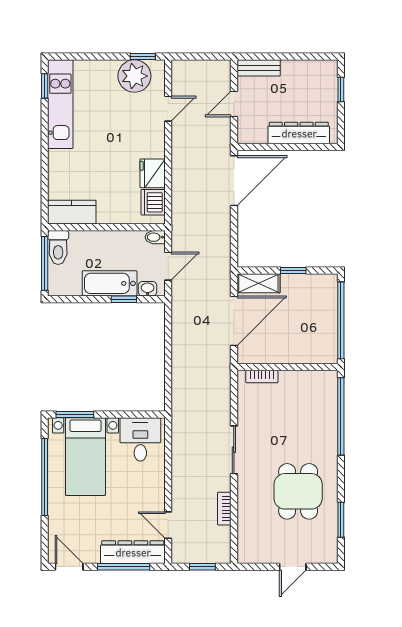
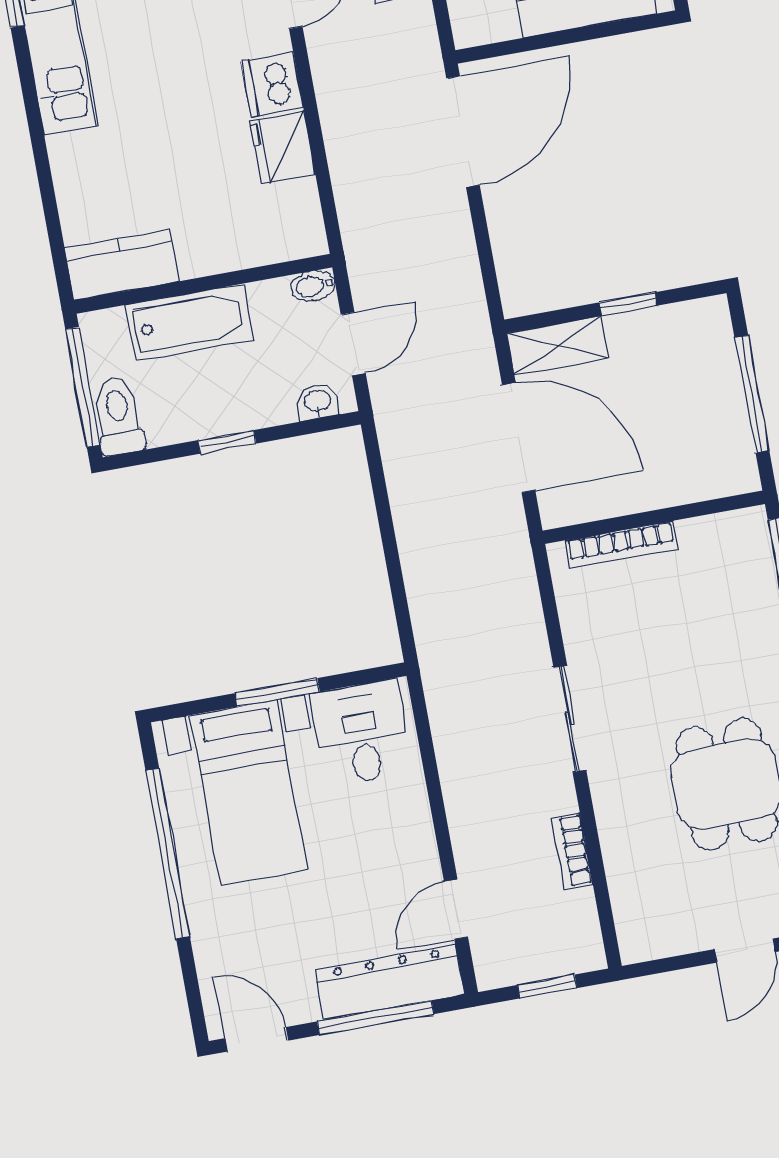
dishwasher: (153, 202) -> (272, 84), moved
toilet: (58, 247) -> (118, 416), moved, turned 180
bathtub: (110, 283) -> (190, 322), moved, turned 180
window: (124, 299) -> (227, 442), moved
window: (341, 320) -> (752, 394), width x0.68
door: (234, 321) -> (519, 437), hinge flipped
bookcase: (262, 377) -> (621, 545), width x1.56
window: (75, 414) -> (277, 692), moved
door: (168, 525) -> (456, 909), hinge flipped

